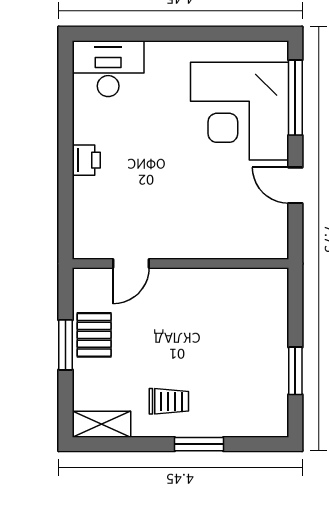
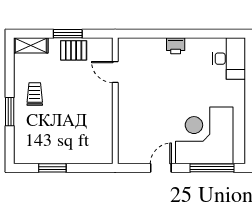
trolley: (169, 401) -> (35, 94), turned 180
shelving: (102, 424) -> (31, 45), moved, turned 90

